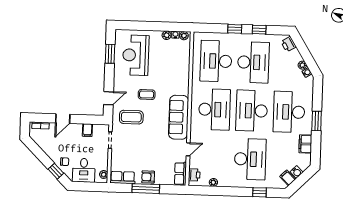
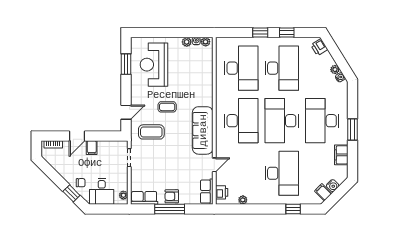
desk: (216, 61) -> (241, 68), turned 180
filing cabinet: (87, 130) -> (92, 148), moved

